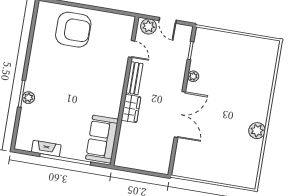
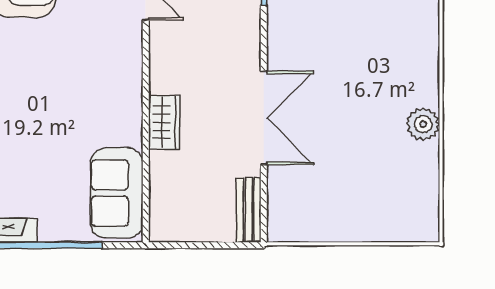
plant: (193, 76) -> (278, 37), removed
bench: (134, 78) -> (249, 210), moved

